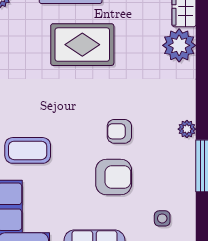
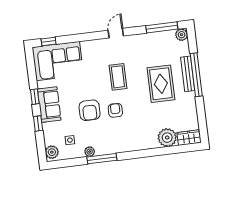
plant: (187, 129) -> (90, 152), moved
coffee table: (28, 150) -> (118, 77), moved

